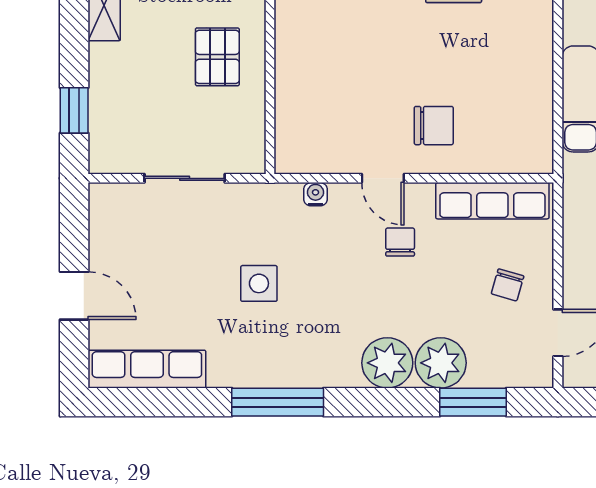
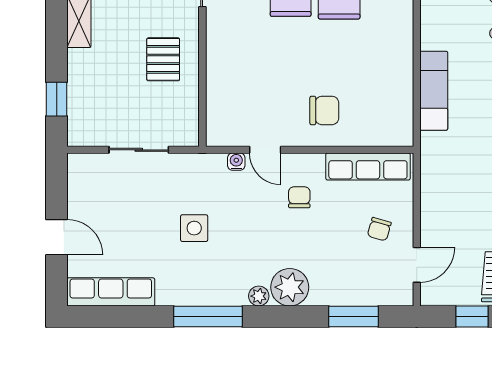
door: (383, 178) -> (265, 150), moved
plant: (441, 363) -> (259, 296), moved, width x0.53, depth x0.53

